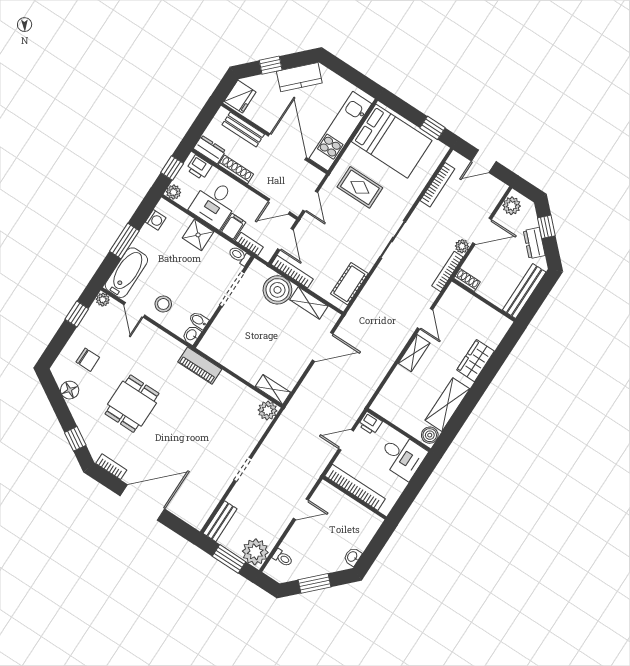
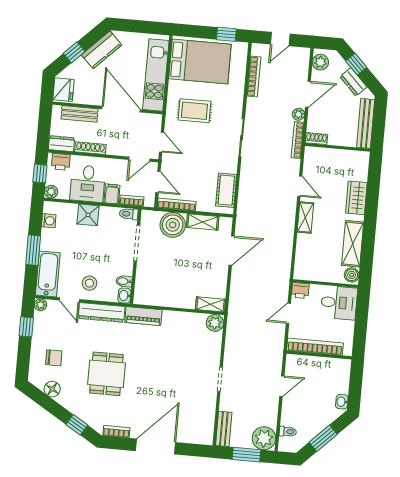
dresser: (160, 340) -> (102, 312), added

